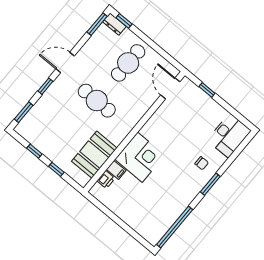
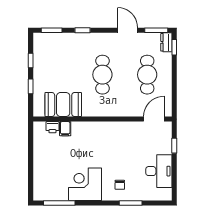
door: (65, 62) -> (128, 30), moved
cafe table: (128, 63) -> (147, 75), turned 90
desk: (229, 135) -> (159, 171), moved, turned -90
corner desk: (140, 157) -> (85, 184), moved, turned 180
window: (210, 184) -> (131, 203), moved
window: (175, 227) -> (59, 203), width x0.68

